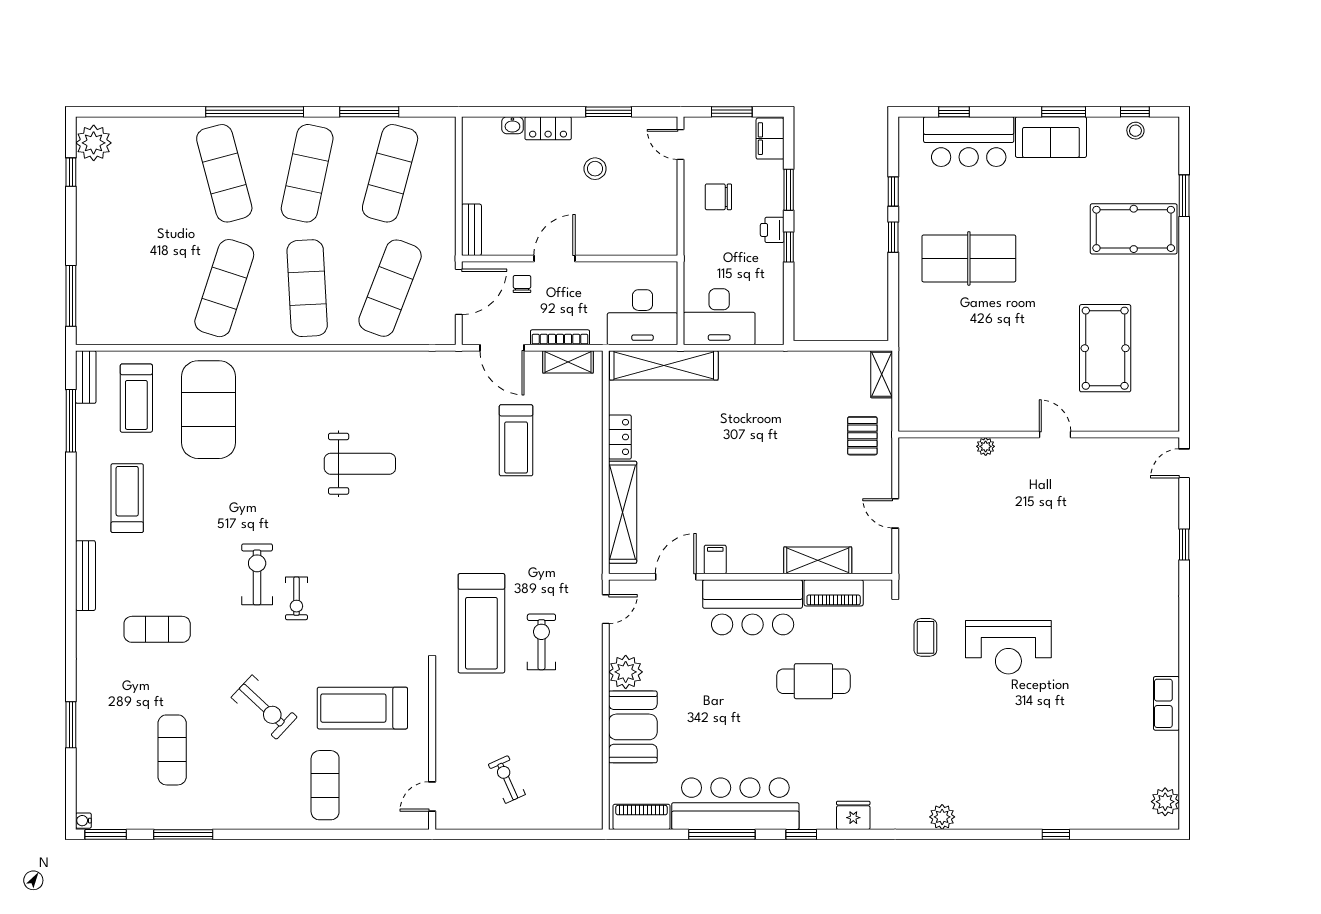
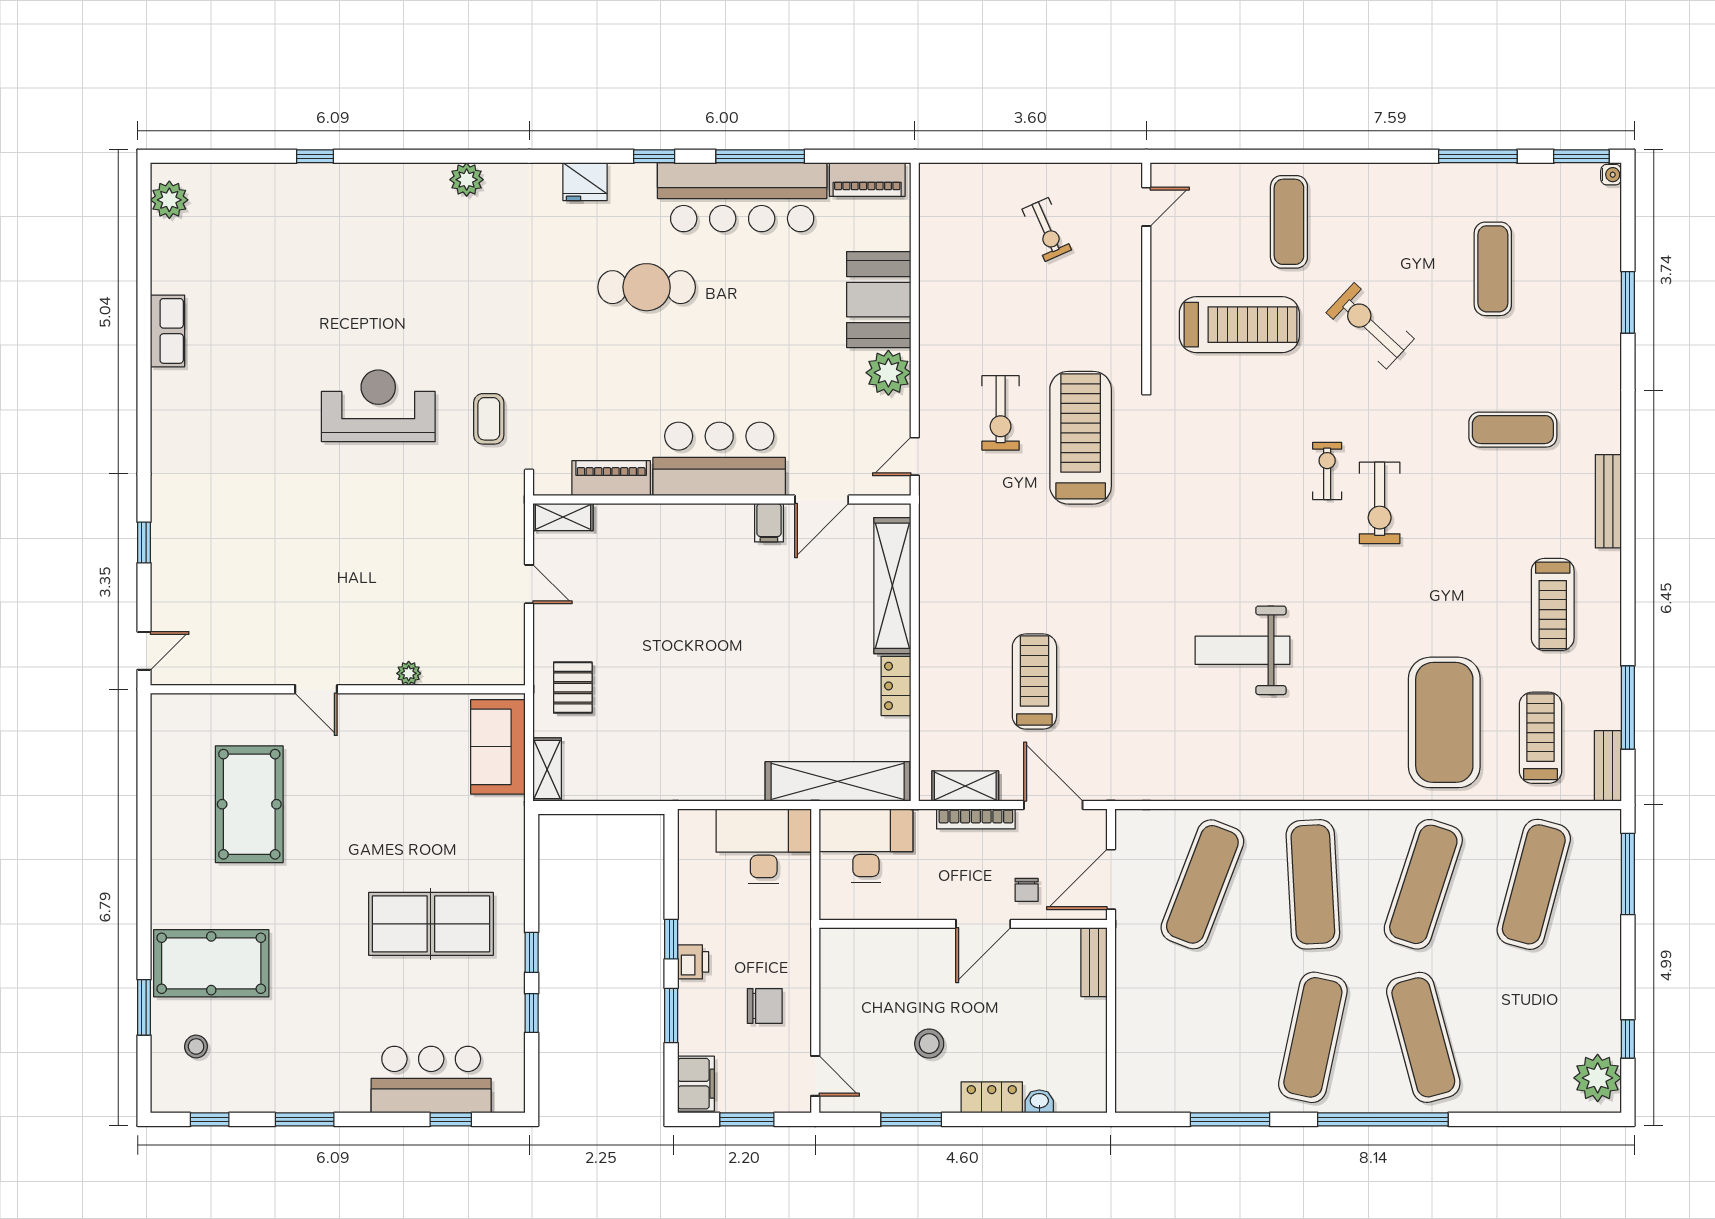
stool: (1135, 131) -> (196, 1046), moved
sofa: (1051, 137) -> (498, 747), moved, turned -90
exercise mat: (390, 173) -> (1534, 884), moved
shelving: (818, 560) -> (563, 517), moved, width x0.67, depth x0.75
cafe table: (813, 681) -> (647, 287), moved

